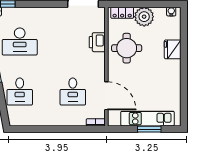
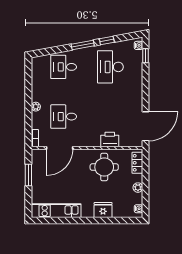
plant: (144, 17) -> (138, 188), width x0.53, depth x0.53
kitchen unit: (148, 119) -> (56, 211), moved, turned -90
plant: (62, 121) -> (36, 107), added
window: (149, 129) -> (28, 175), moved

